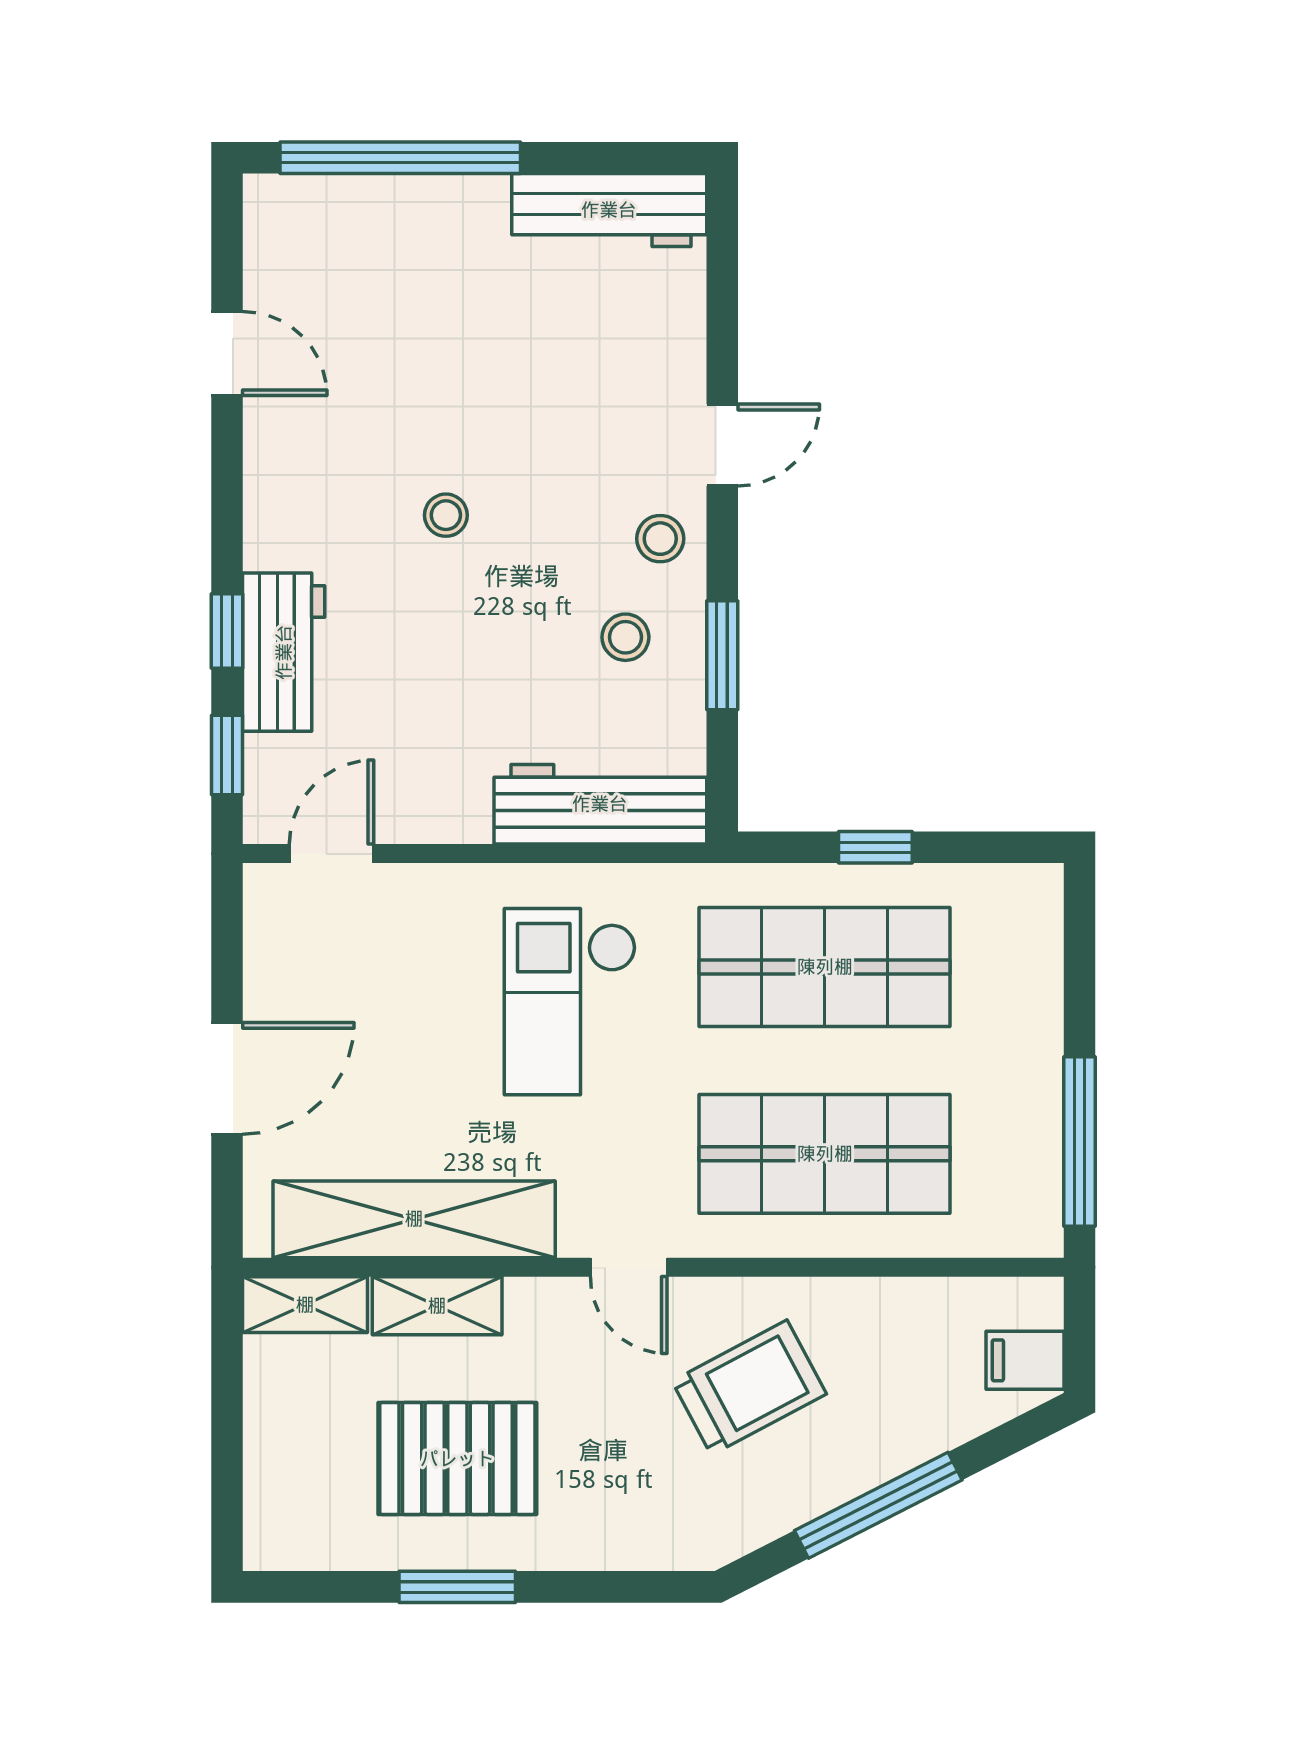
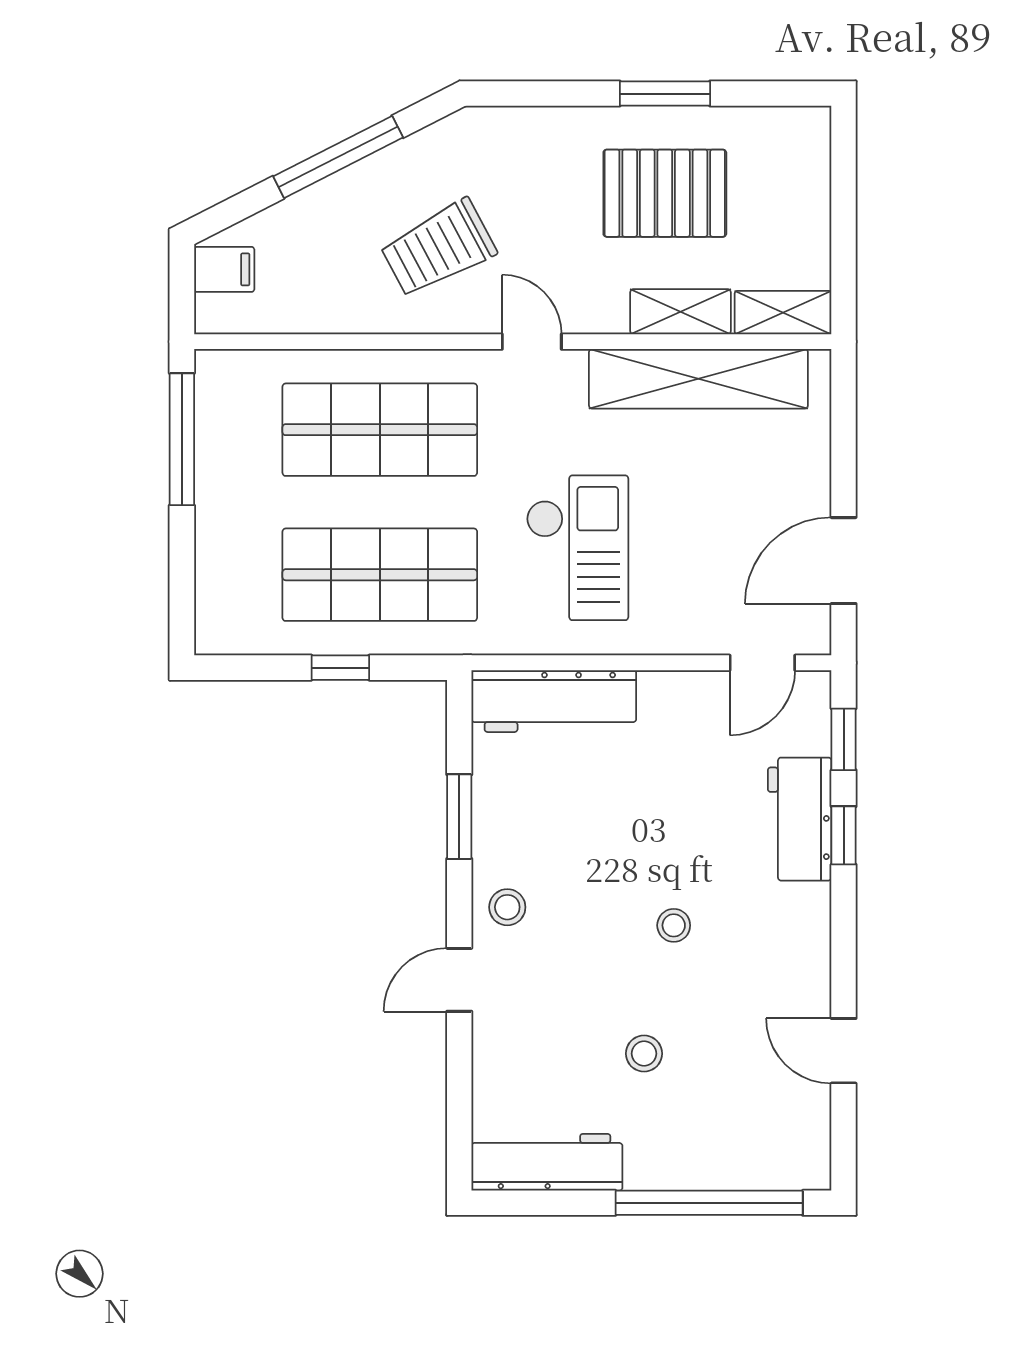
stool: (625, 637) -> (644, 1054), moved
door: (227, 1078) -> (844, 561), moved

